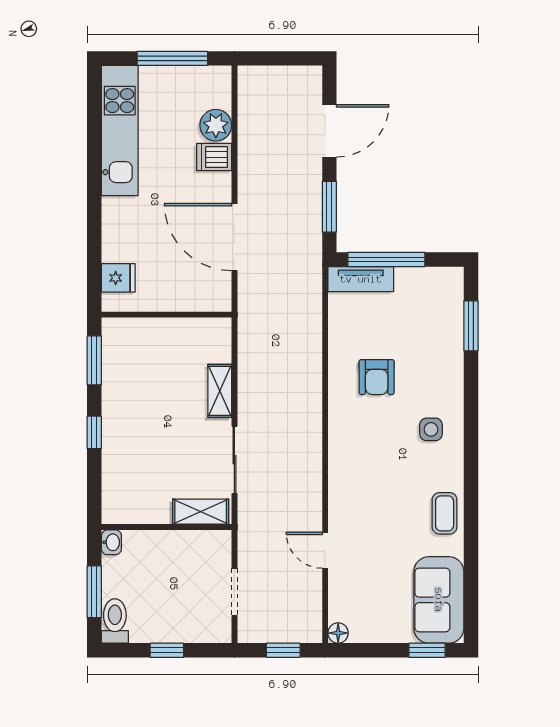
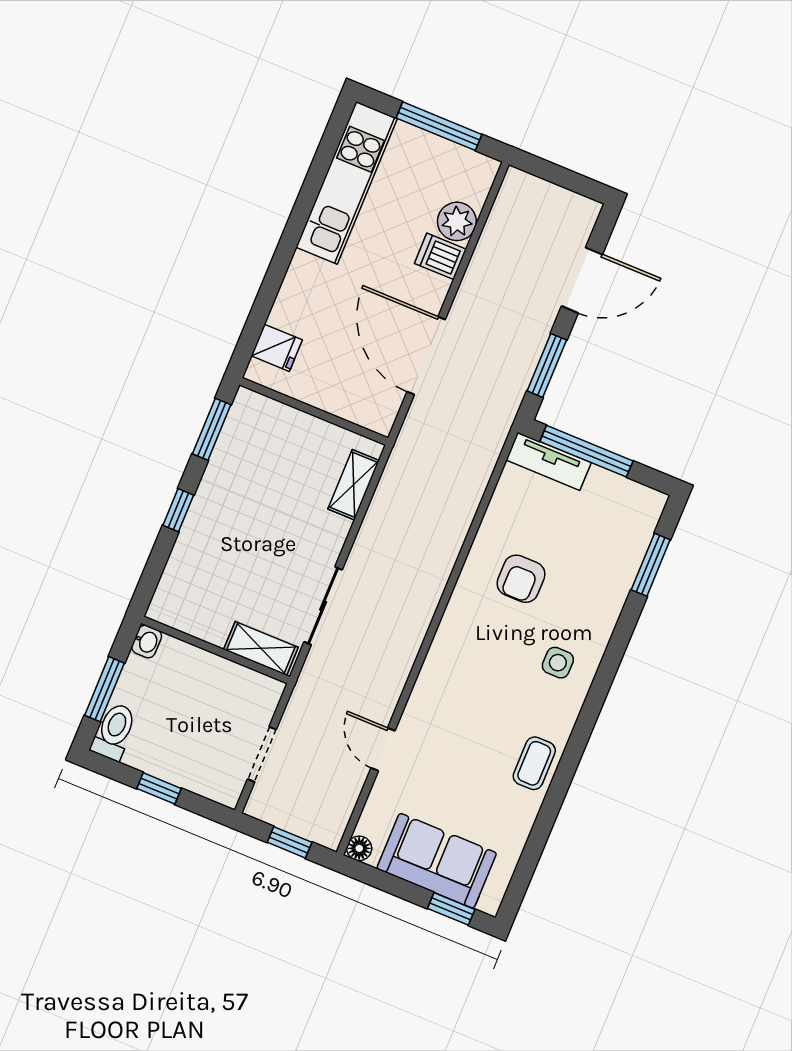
shelving: (220, 391) -> (354, 485), moved
sofa: (439, 600) -> (437, 861), moved, turned 90

